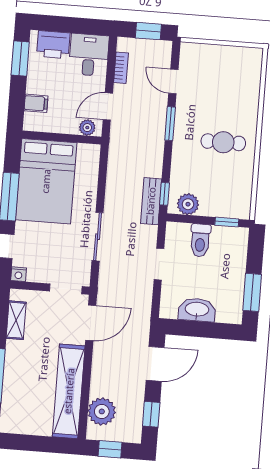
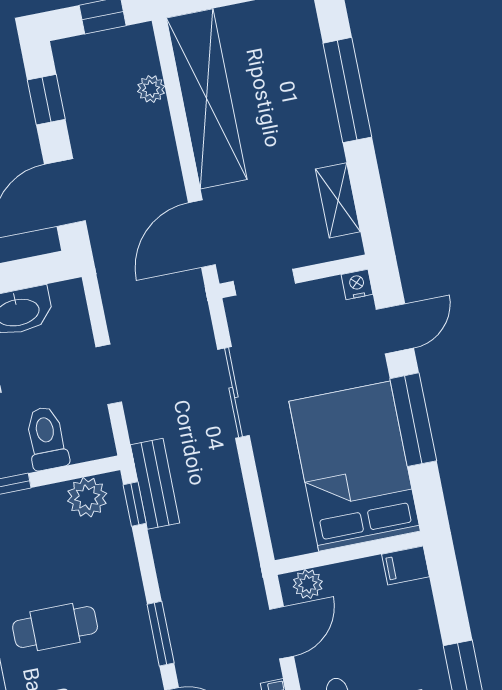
filing cabinet: (36, 103) -> (406, 566), moved
plant: (102, 411) -> (151, 89), width x0.53, depth x0.53

